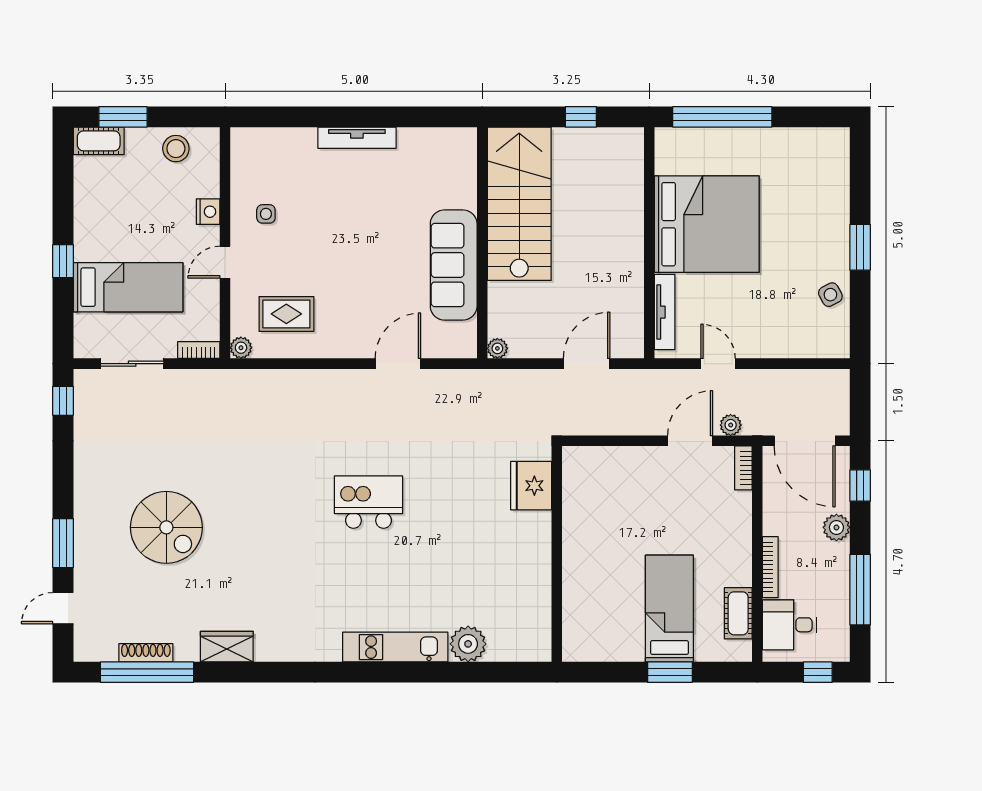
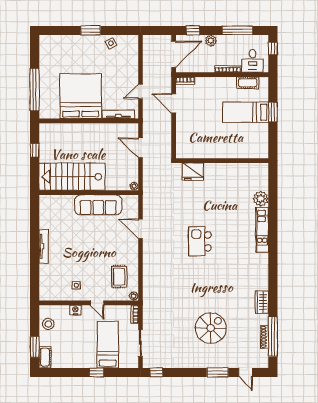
plant: (731, 425) -> (167, 86), removed

